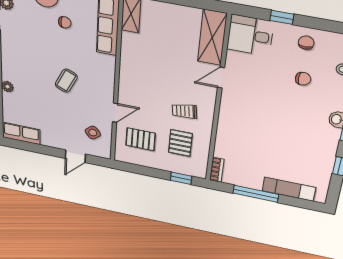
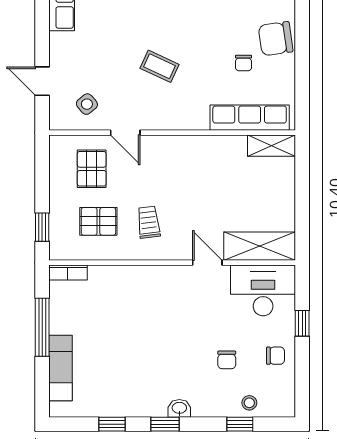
desk: (250, 35) -> (263, 290), width x1.37

